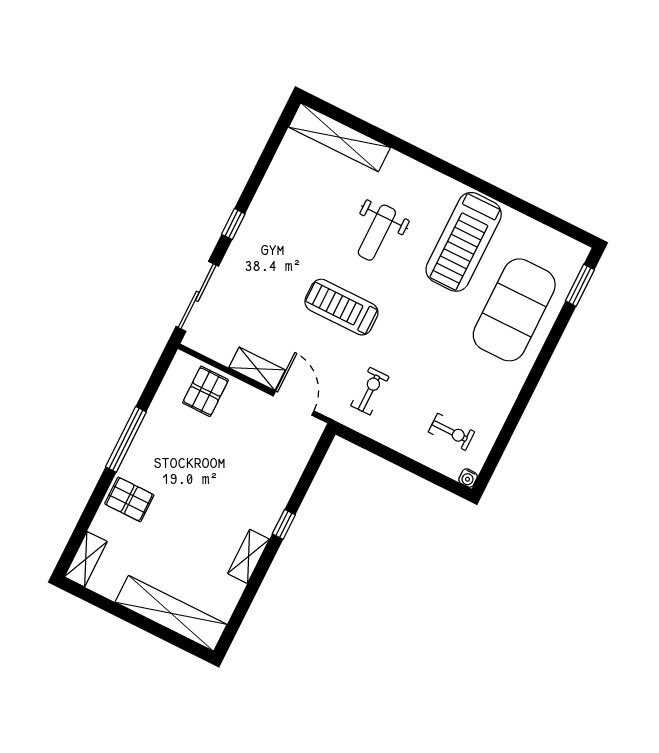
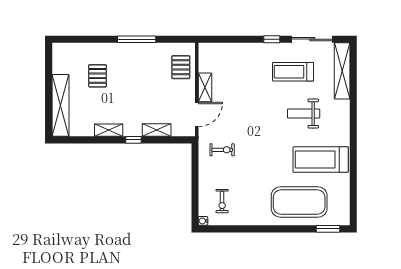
sliding door: (197, 296) -> (312, 39), moved
treadmill: (341, 307) -> (293, 72), moved, turned -90
pallet: (205, 391) -> (181, 67), turned 90
pallet: (129, 499) -> (98, 76), moved
shelving: (86, 559) -> (157, 130), moved

